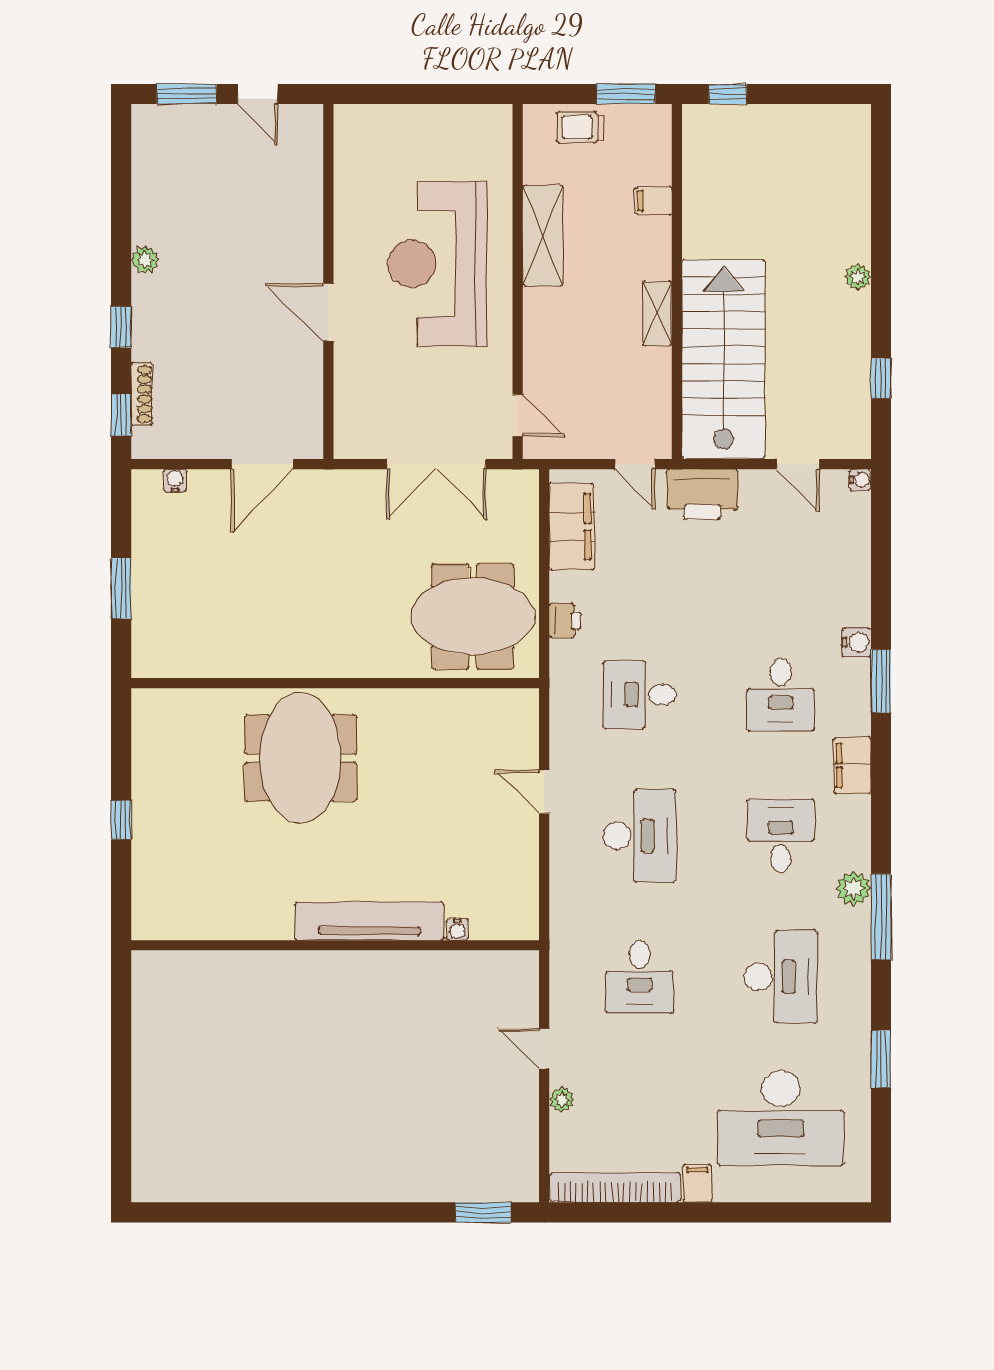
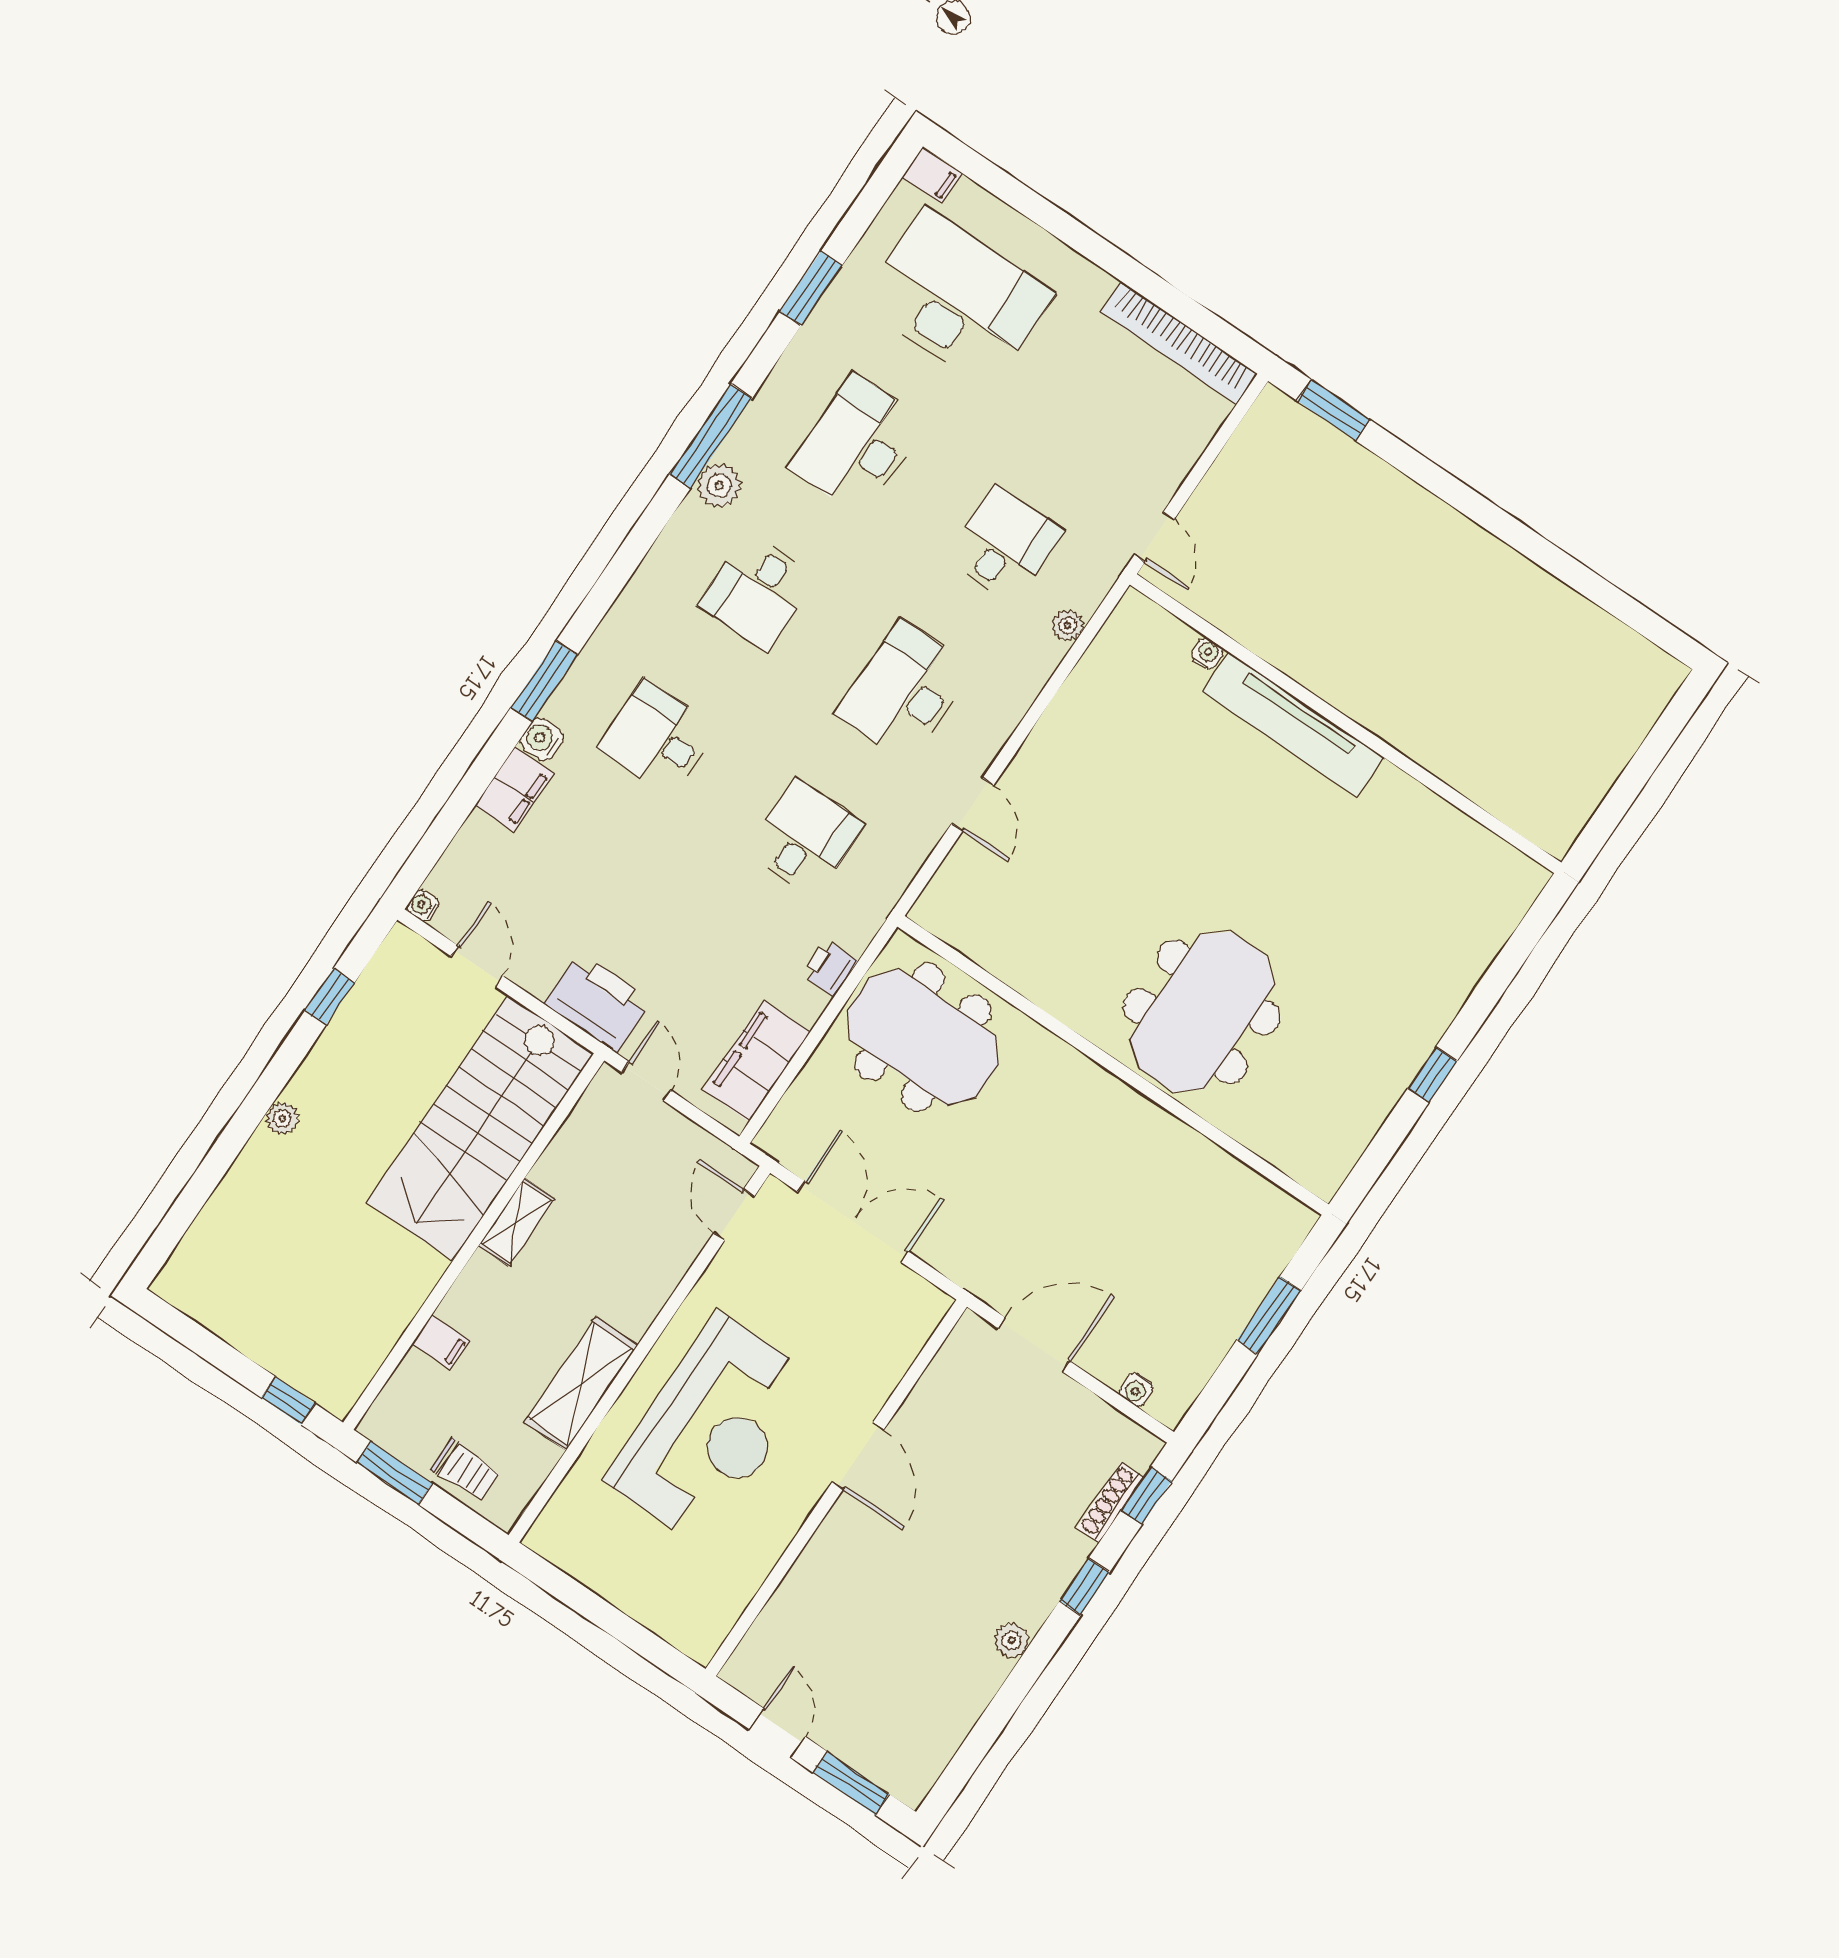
desk: (639, 695) -> (805, 838), turned -90
desk: (781, 695) -> (658, 738), turned -90
filing cabinet: (852, 765) -> (514, 790), moved
tv unit: (369, 921) -> (1293, 724), moved
water cooler: (457, 929) -> (1207, 654), moved
wall: (335, 945) -> (1345, 724), moved
plant: (562, 1100) -> (1067, 626), moved
filing cabinet: (697, 1183) -> (932, 176), moved, turned -90

